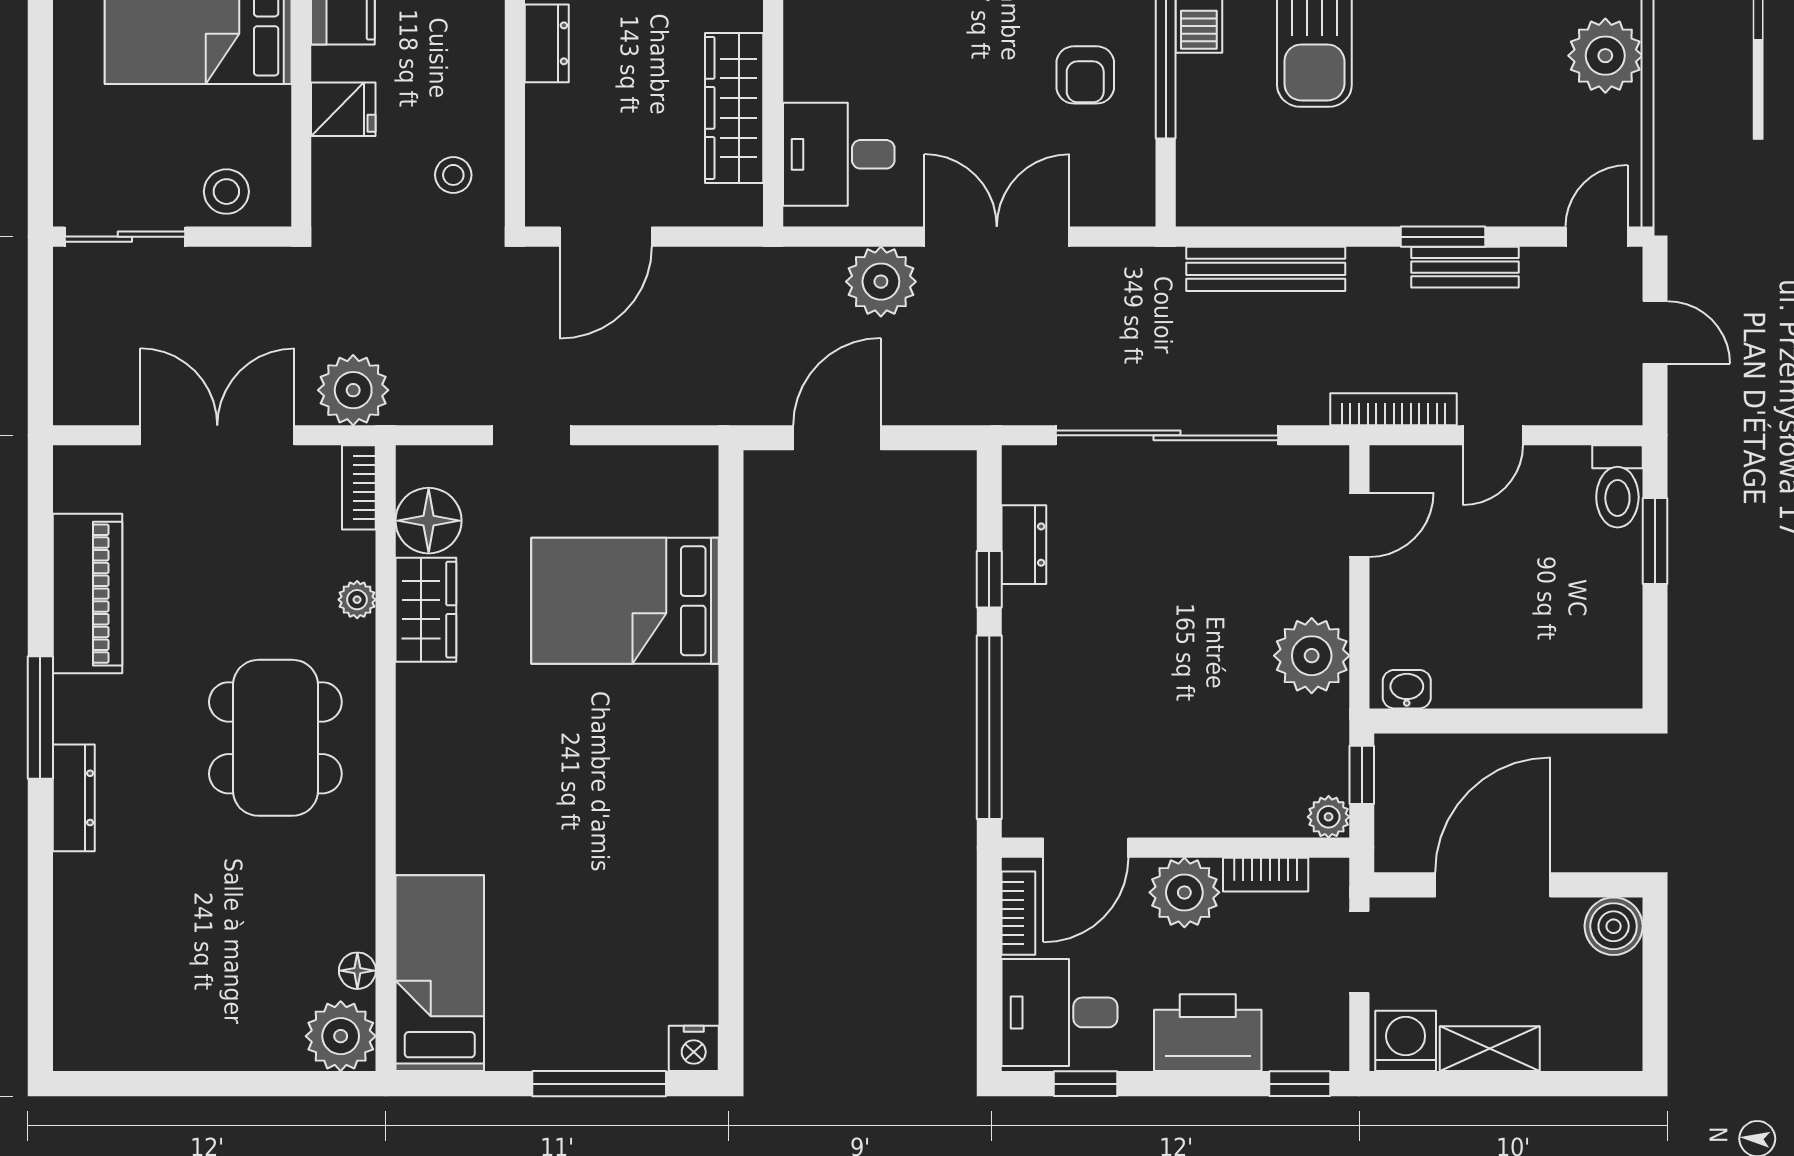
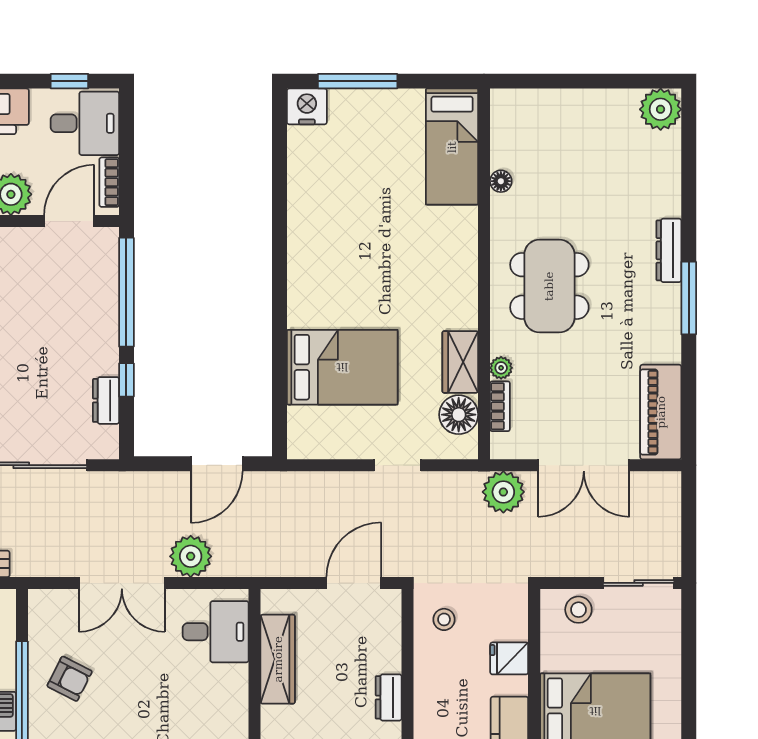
armchair: (1085, 75) -> (70, 679), turned 117
bookcase: (359, 487) -> (500, 406), moved
piano: (88, 594) -> (661, 412), moved
floor lamp: (357, 971) -> (501, 181), moved
plant: (341, 1036) -> (661, 109), moved
nightstand: (694, 1048) -> (307, 106), width x1.36, depth x1.33

